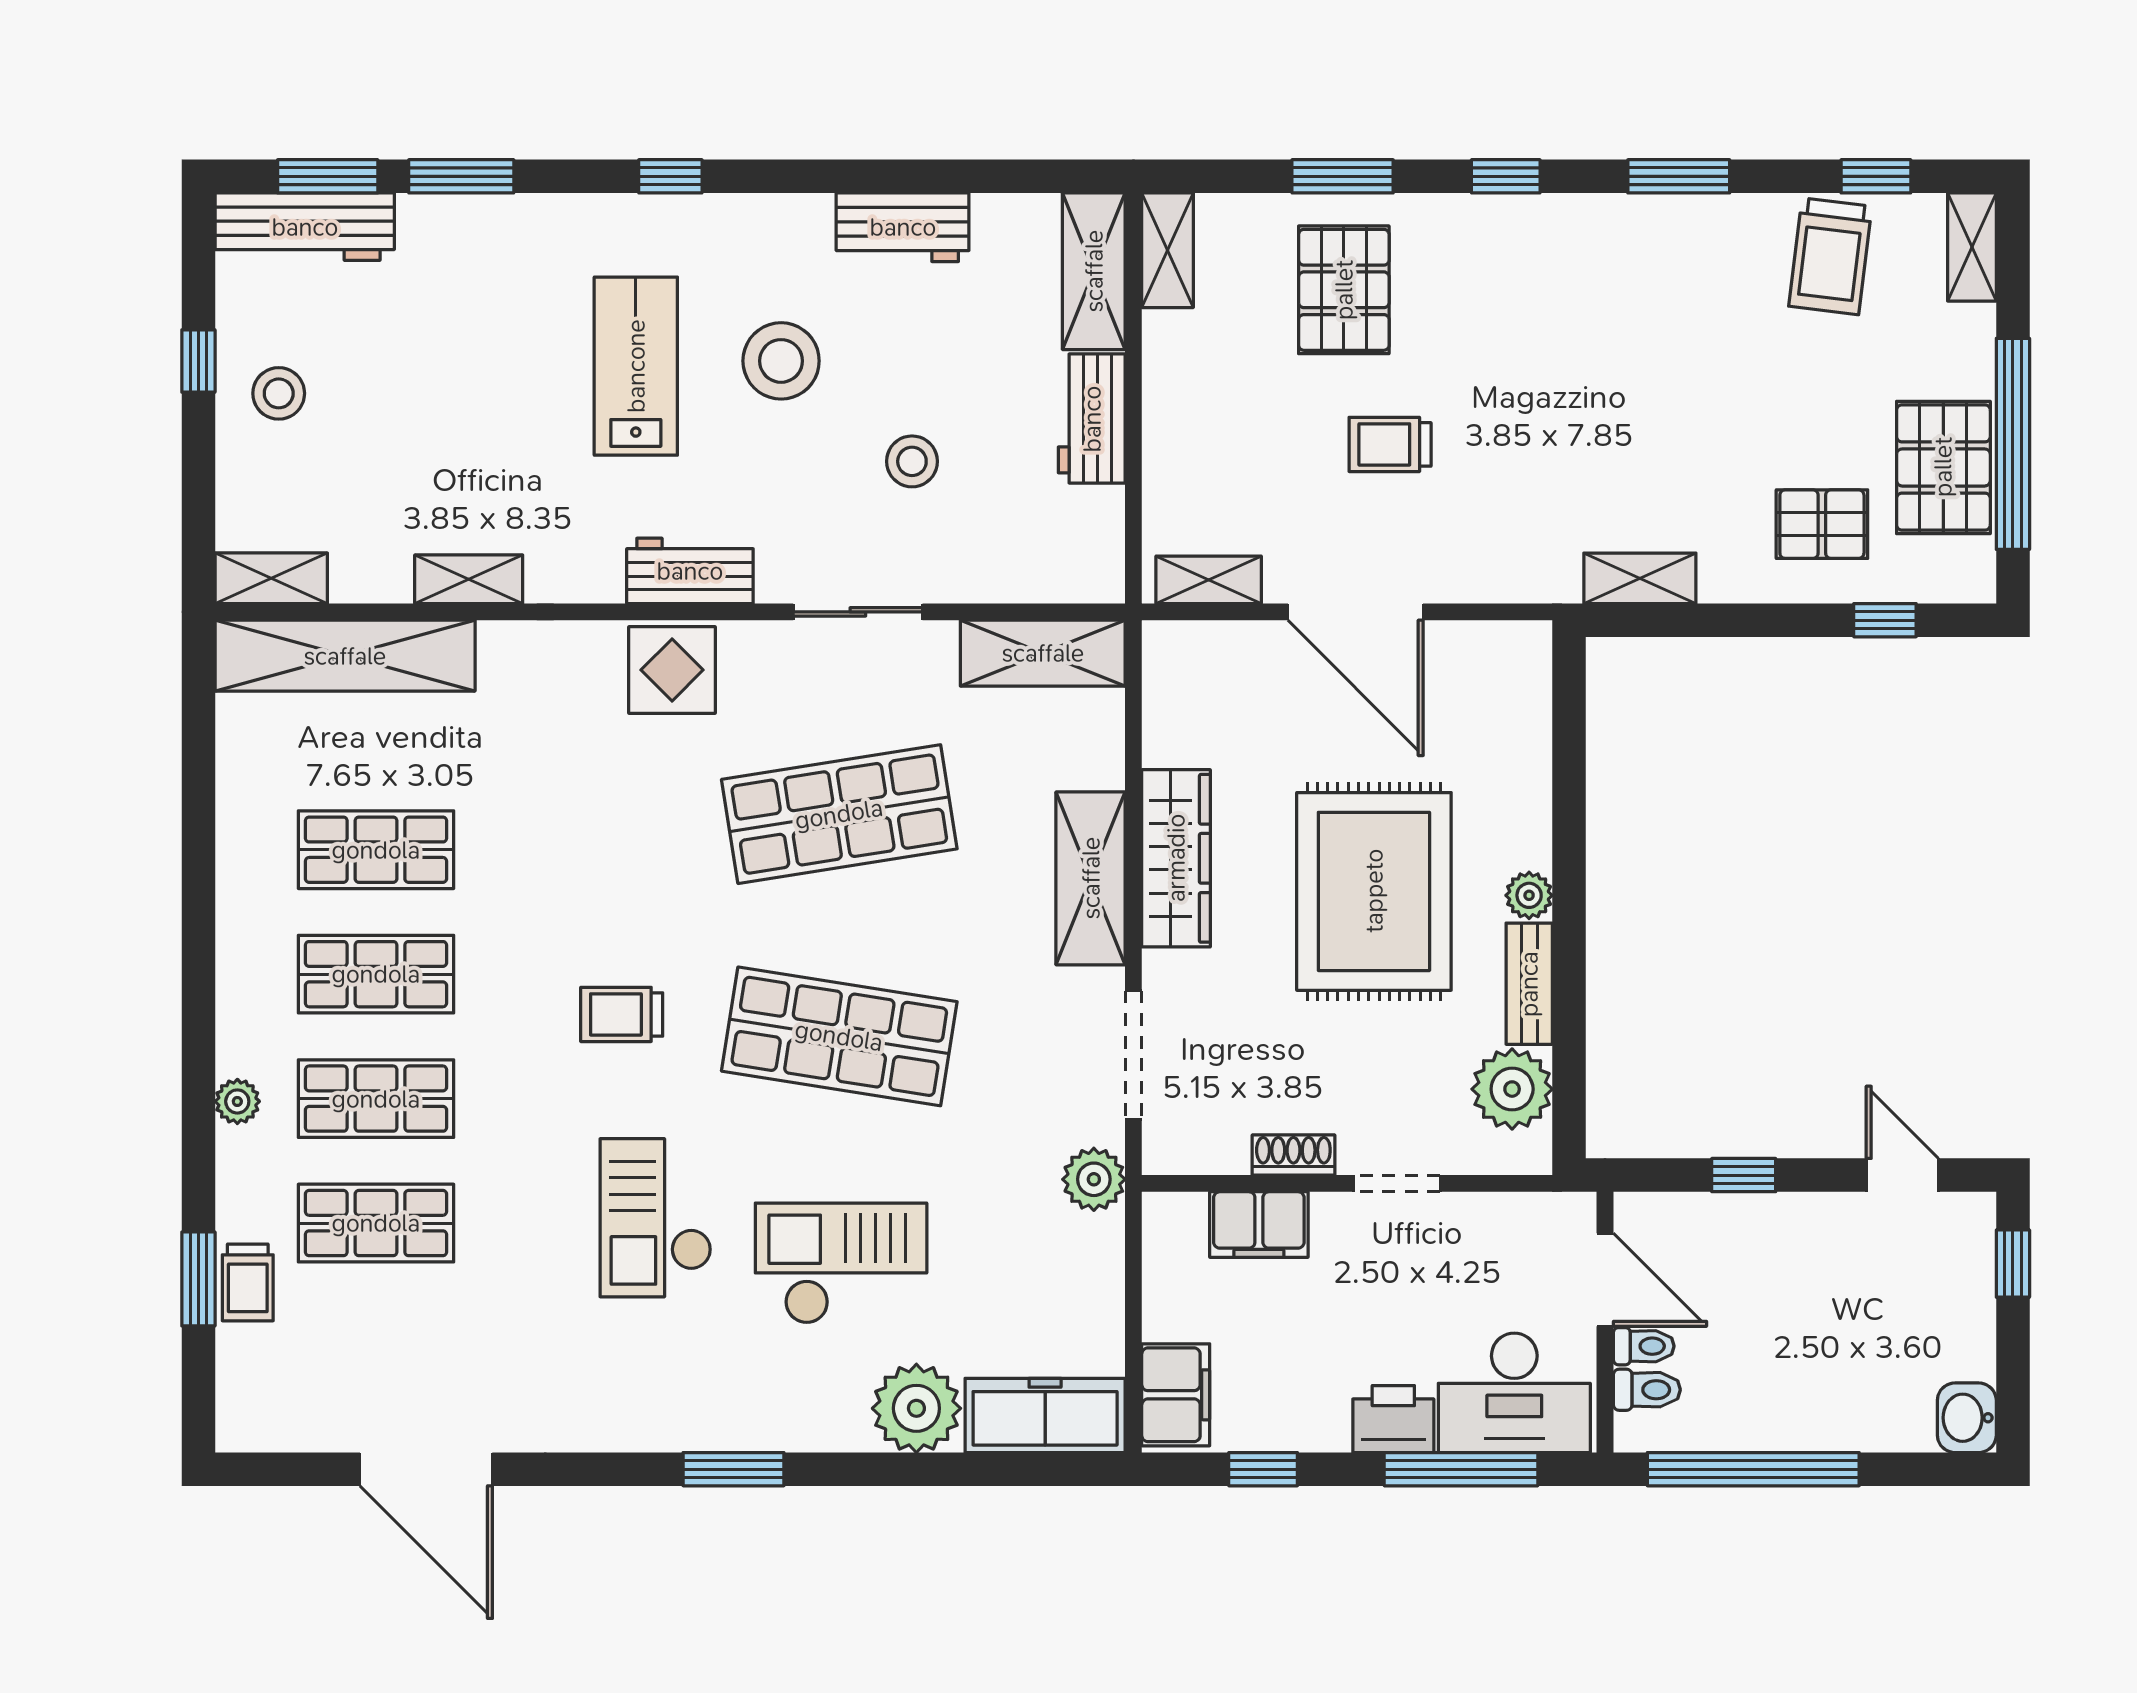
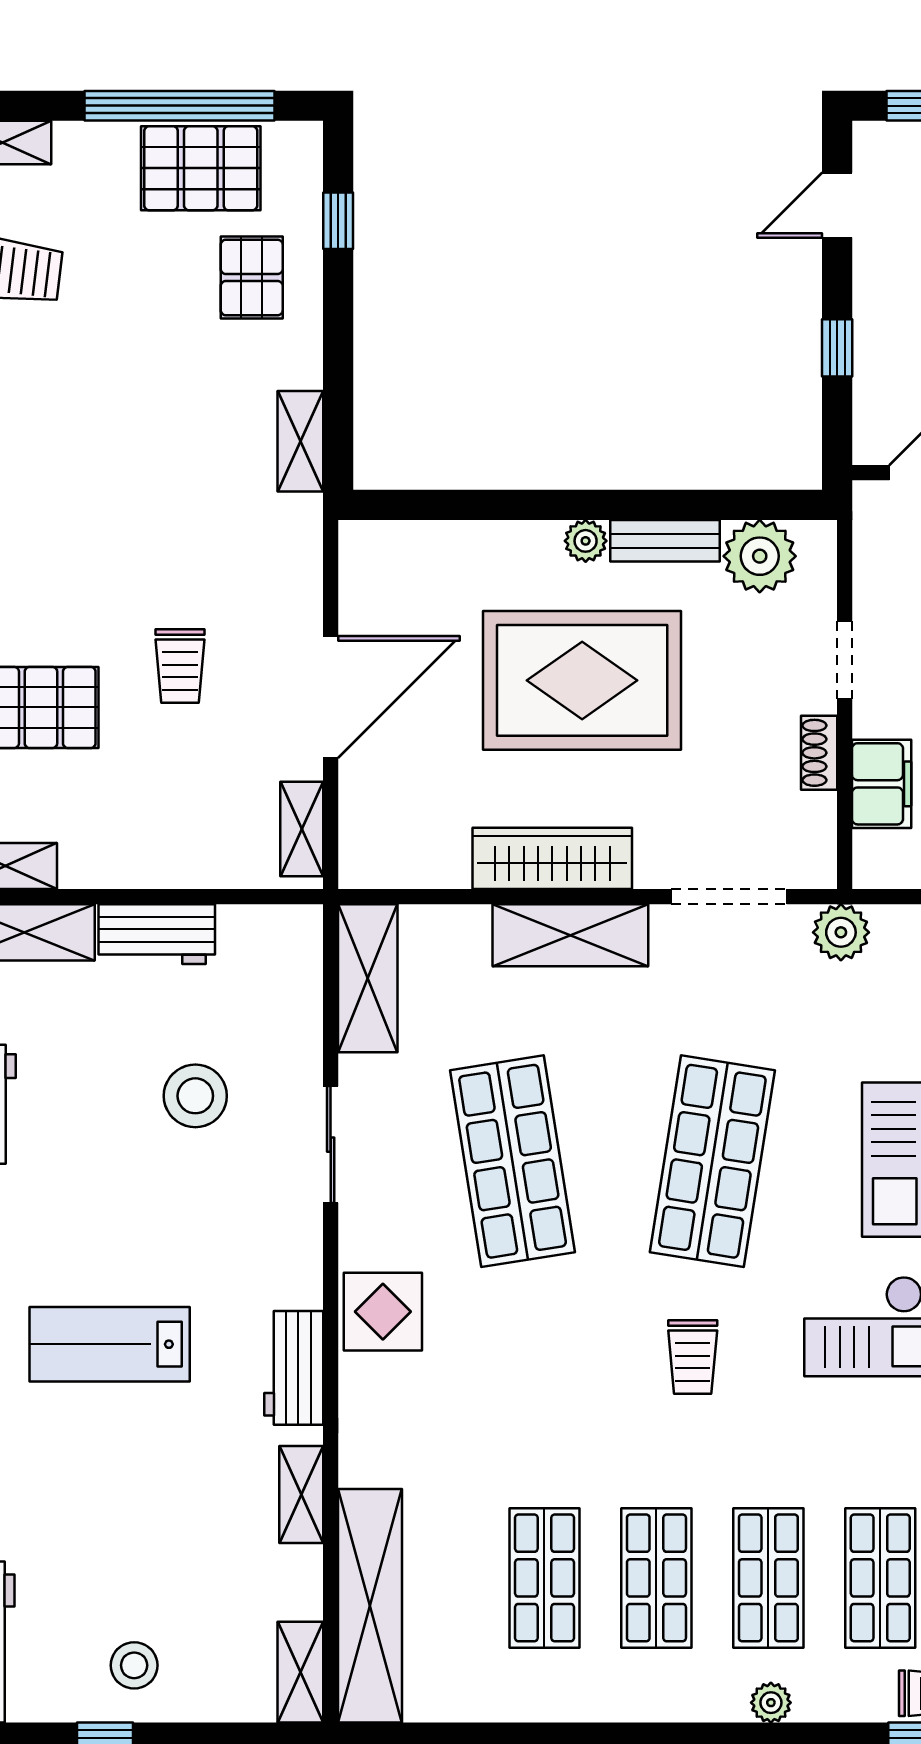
stool: (781, 361) -> (105, 1214), removed
stool: (912, 461) -> (195, 1096), width x1.38, depth x1.38
workbench: (690, 571) -> (294, 1368), moved

